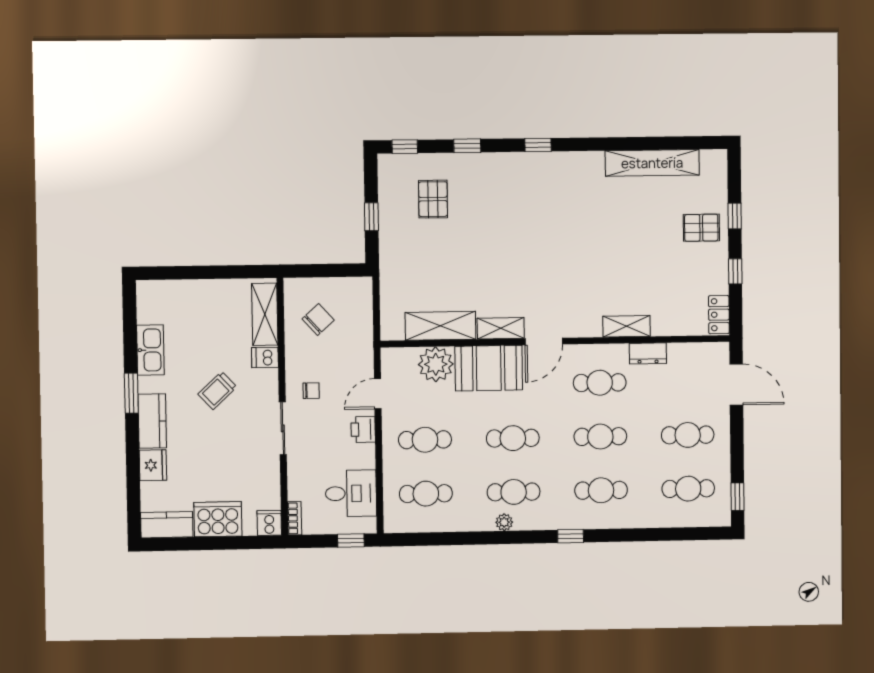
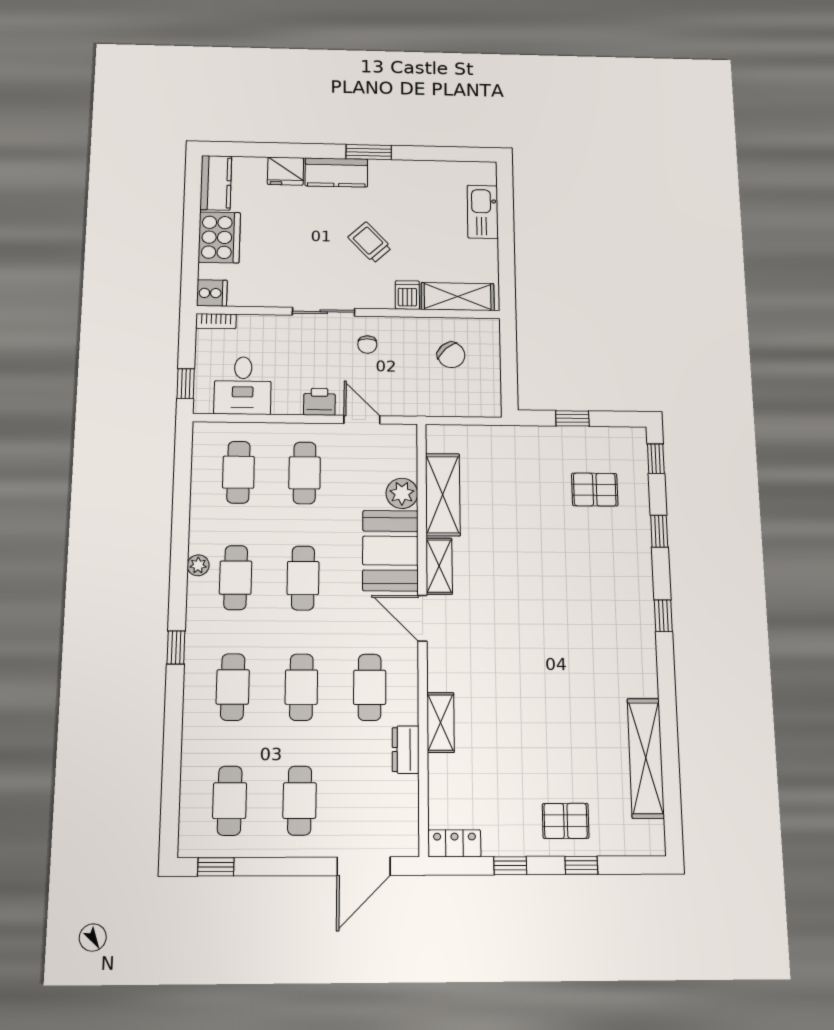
pallet: (701, 228) -> (566, 821), turned 90
kitchen sink: (150, 350) -> (483, 212), moved, turned 90
plant: (436, 364) -> (402, 493), width x0.73, depth x0.73

